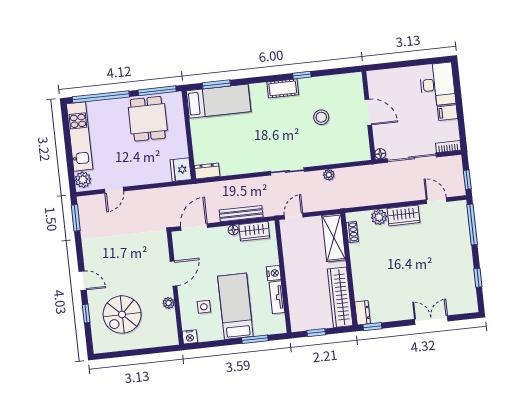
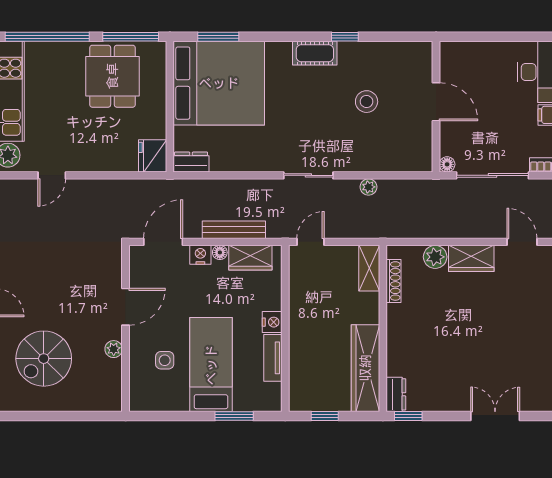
bed: (219, 101) -> (219, 83), width x2.04
shoe rack: (352, 232) -> (394, 281), width x1.43
shelving: (334, 238) -> (369, 268), width x0.67, depth x0.75
nightstand: (190, 337) -> (200, 255), moved, turned 180

